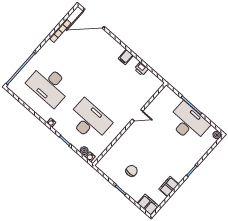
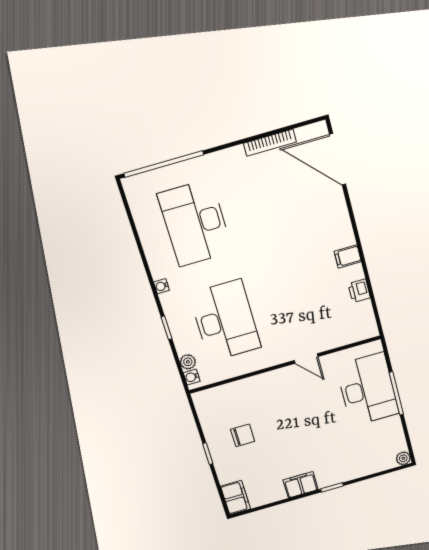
desk: (188, 123) -> (367, 390), moved
filing cabinet: (169, 186) -> (301, 485), moved

